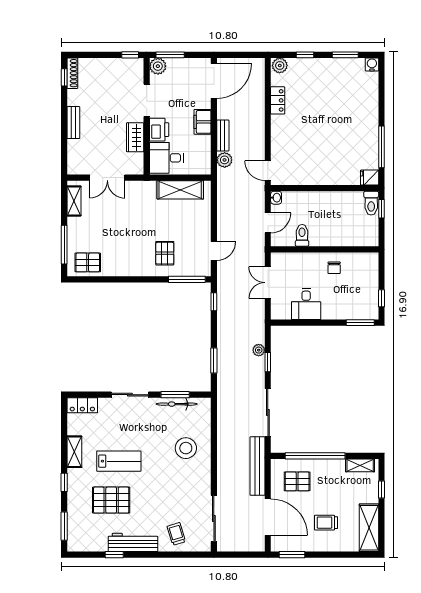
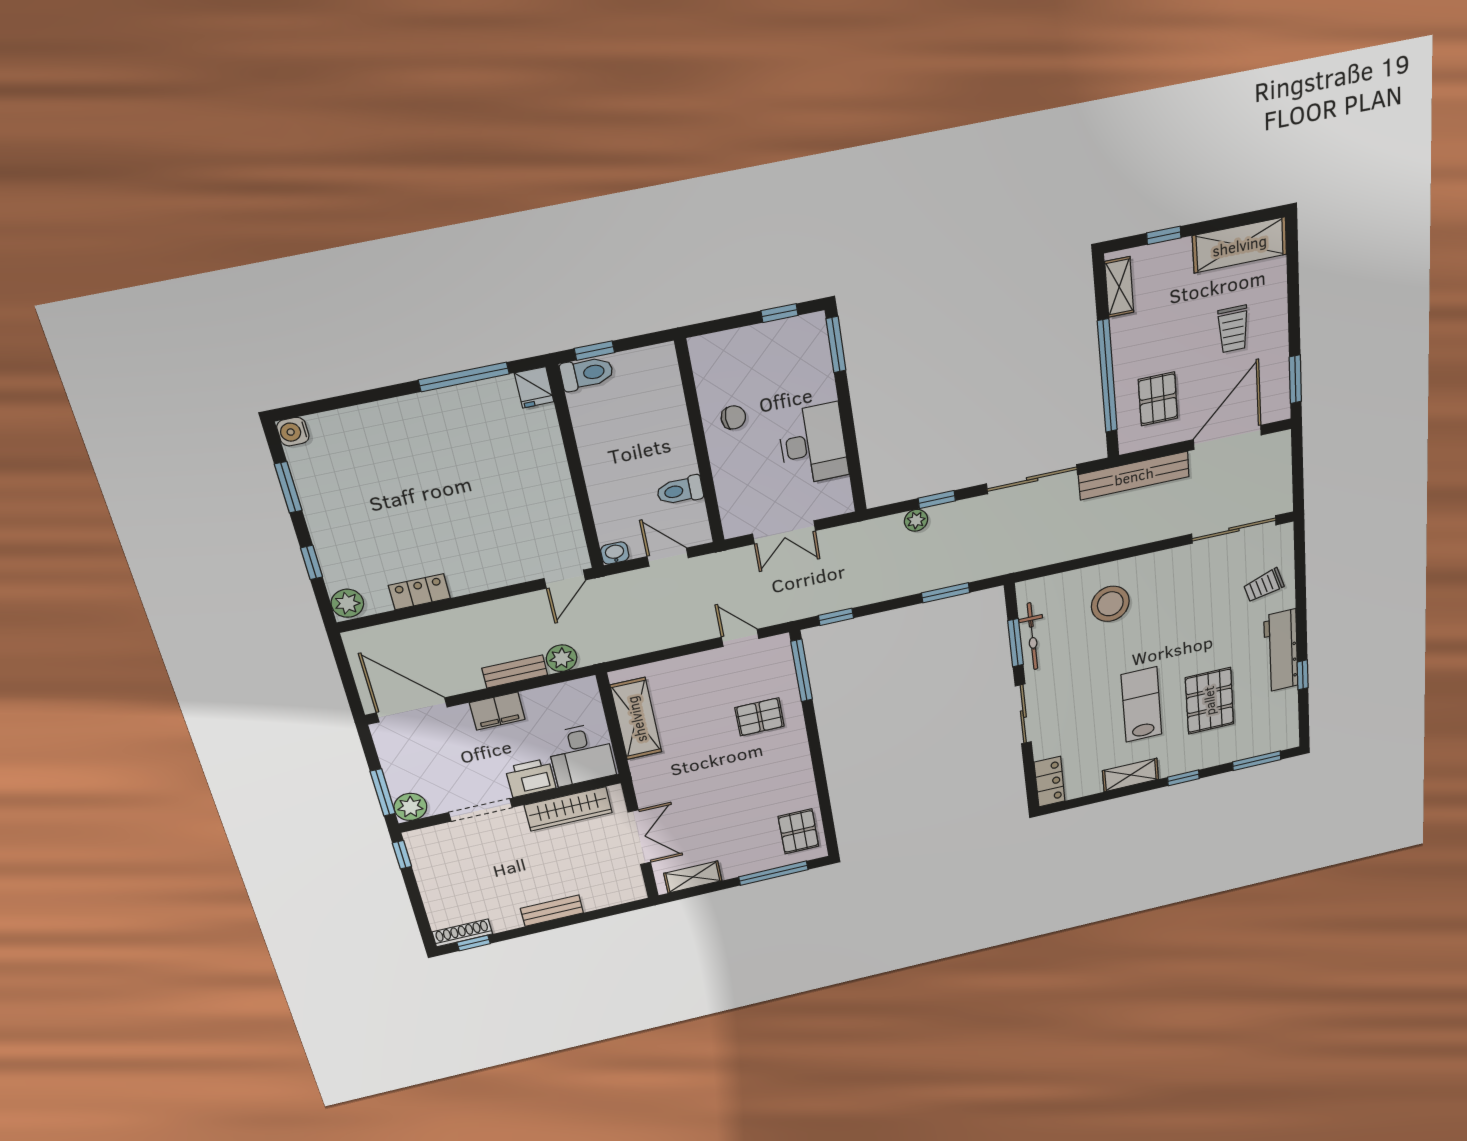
wardrobe: (135, 137) -> (568, 809), width x1.50
desk: (306, 304) -> (813, 444), width x1.37

